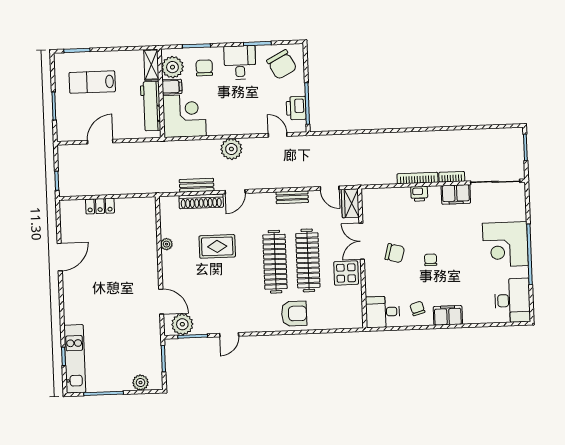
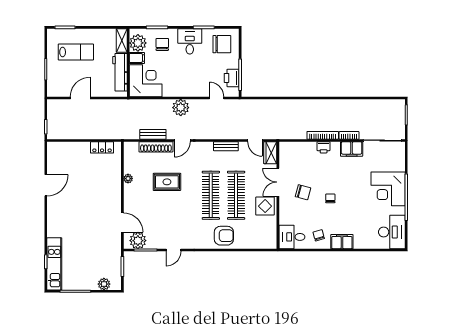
chair: (282, 65) -> (222, 44), turned -62
lab bench: (92, 82) -> (76, 52), turned 180
locker: (100, 206) -> (102, 147), moved

